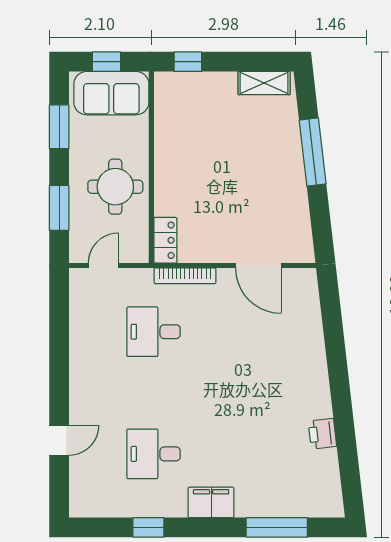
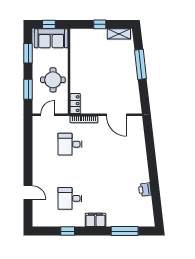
window: (188, 62) -> (100, 24), moved
door: (59, 440) -> (28, 192), hinge flipped

